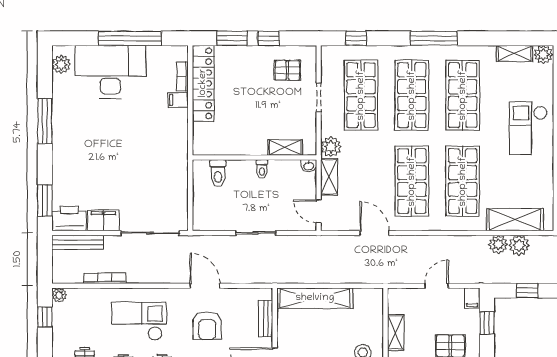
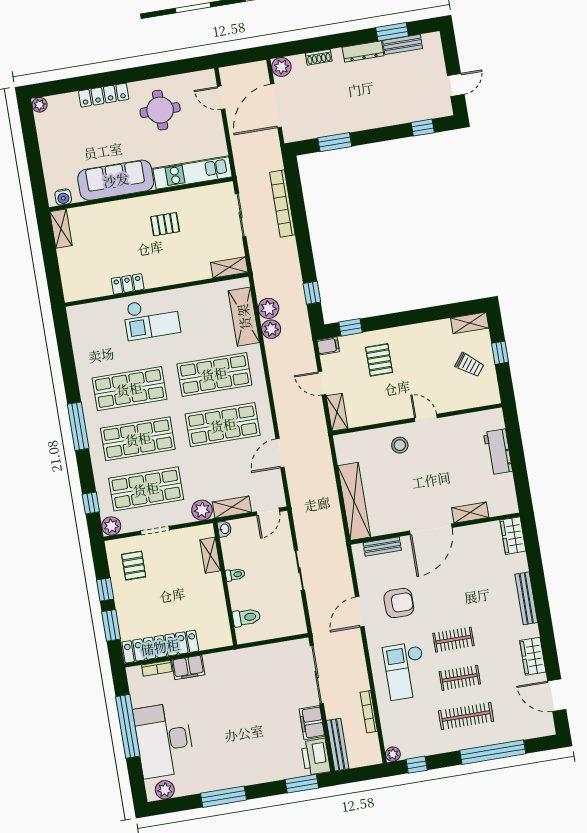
shelving: (515, 53) -> (80, 344), removed
plant: (543, 55) -> (111, 526), moved
filing cabinet: (178, 100) -> (188, 667), width x2.00
shelving: (396, 332) -> (337, 412), moved, turned 90

